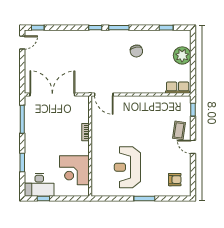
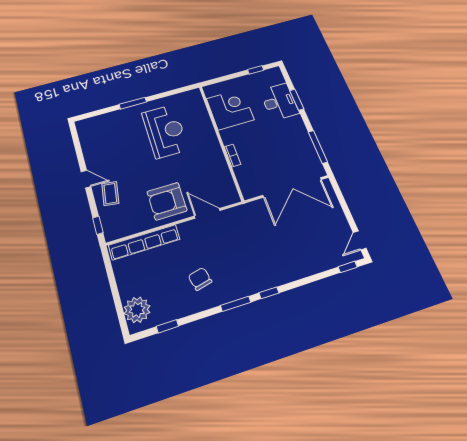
plant: (182, 55) -> (137, 310), moved
row of seats: (178, 88) -> (144, 242), width x2.02
door: (104, 94) -> (207, 213), moved
armchair: (175, 180) -> (167, 201), moved, width x1.88, depth x1.88
desk: (39, 185) -> (279, 102), moved, turned 90

